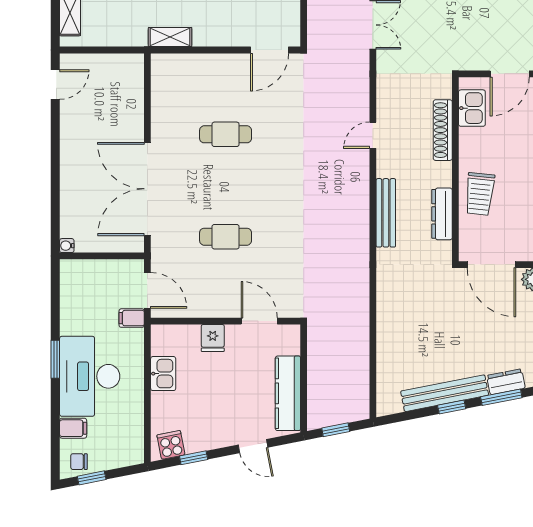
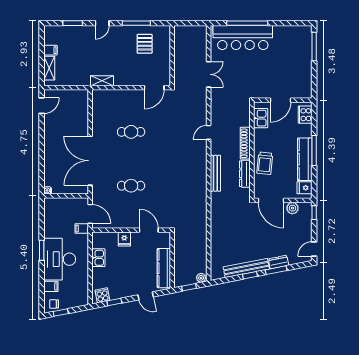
shoe rack: (443, 130) -> (245, 143), moved
plant: (359, 412) -> (201, 278), added

